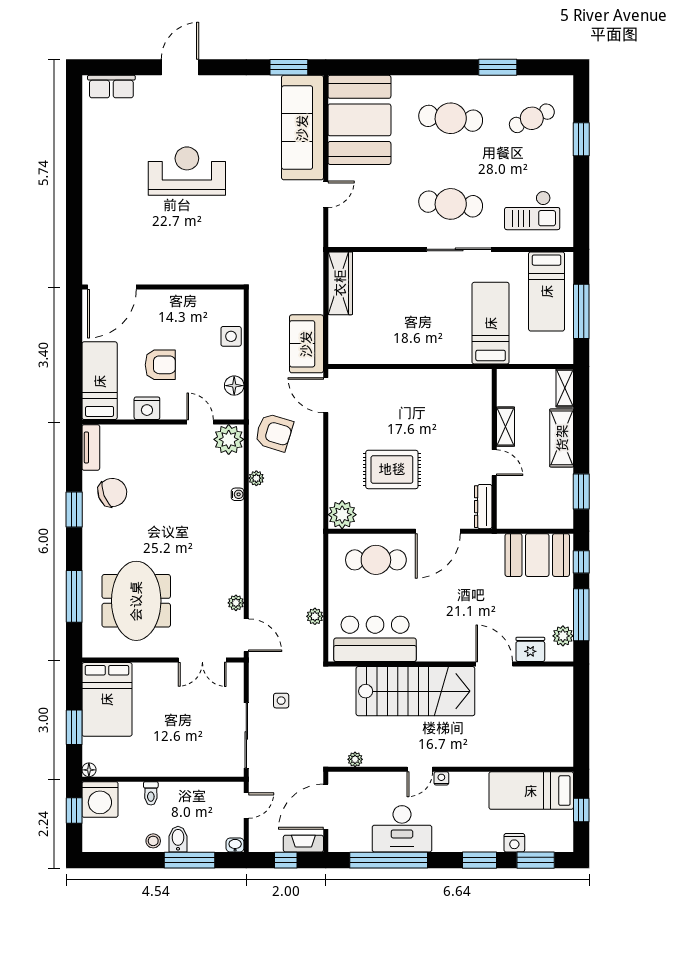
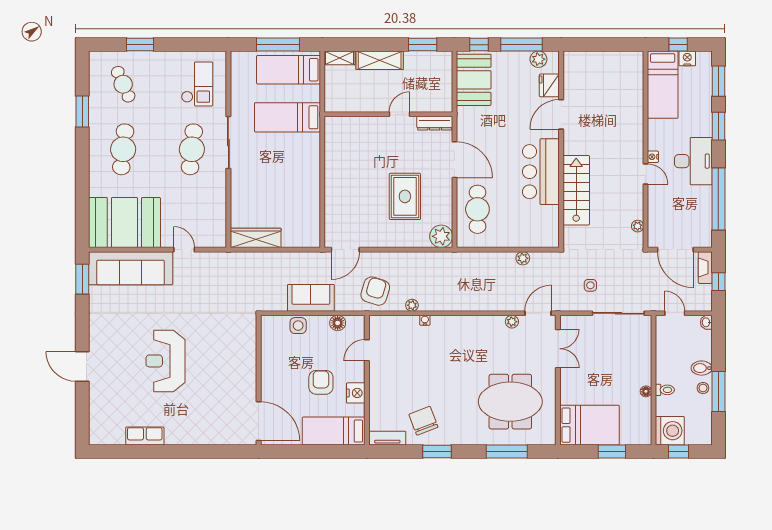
row of seats: (111, 87) -> (145, 436), moved, turned -90
bed: (547, 291) -> (289, 70), moved, turned 180
sofa: (306, 344) -> (311, 298), moved, turned 180
shelving: (506, 427) -> (371, 105), removed
plant: (229, 439) -> (381, 327), removed
bar counter: (375, 639) -> (541, 172), moved
stairs: (415, 691) -> (576, 190), width x0.73, depth x0.66
floor lamp: (89, 770) -> (646, 391), moved
desk: (402, 829) -> (693, 161), moved
nightstand: (514, 843) -> (687, 58), moved, turned -90
window: (189, 860) -> (718, 392), moved

